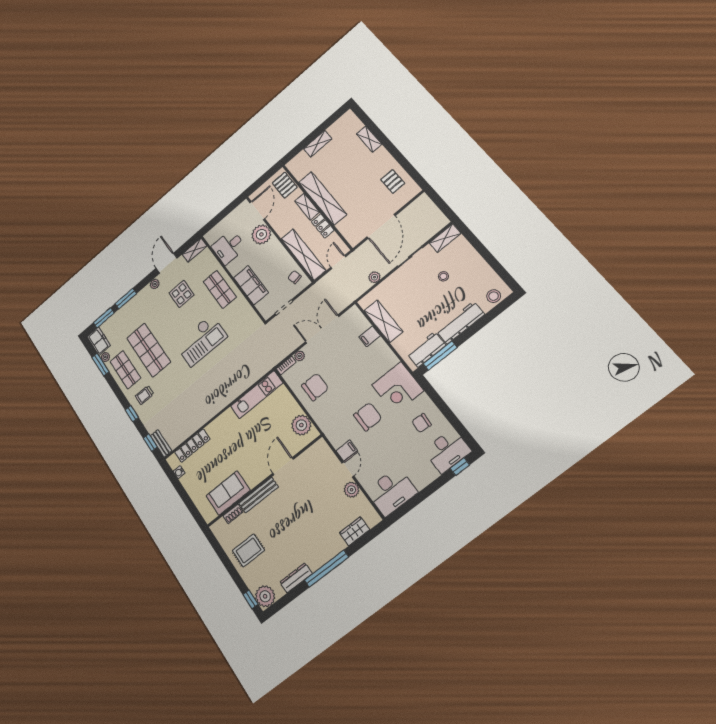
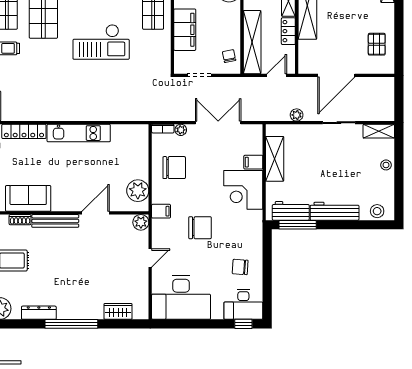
stool: (443, 276) -> (386, 165), moved
corner desk: (398, 388) -> (243, 190), moved
kitchen unit: (257, 395) -> (79, 133), moved
filing cabinet: (347, 451) -> (161, 211), moved
plant: (352, 490) -> (141, 222), moved
desk: (391, 492) -> (181, 298), width x1.36, depth x1.30

